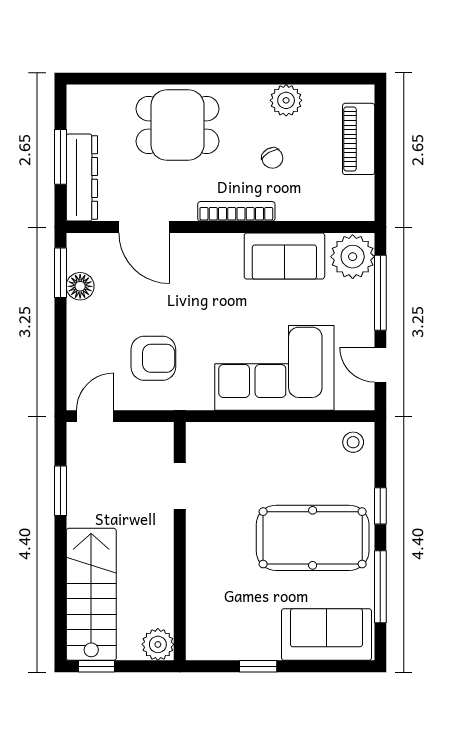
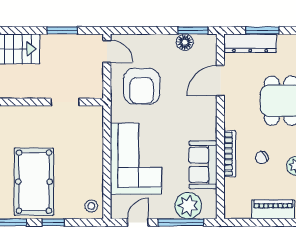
bookcase: (236, 211) -> (230, 154), moved
plant: (353, 257) -> (188, 206), moved
armchair: (153, 358) -> (142, 86), width x1.36, depth x1.36

